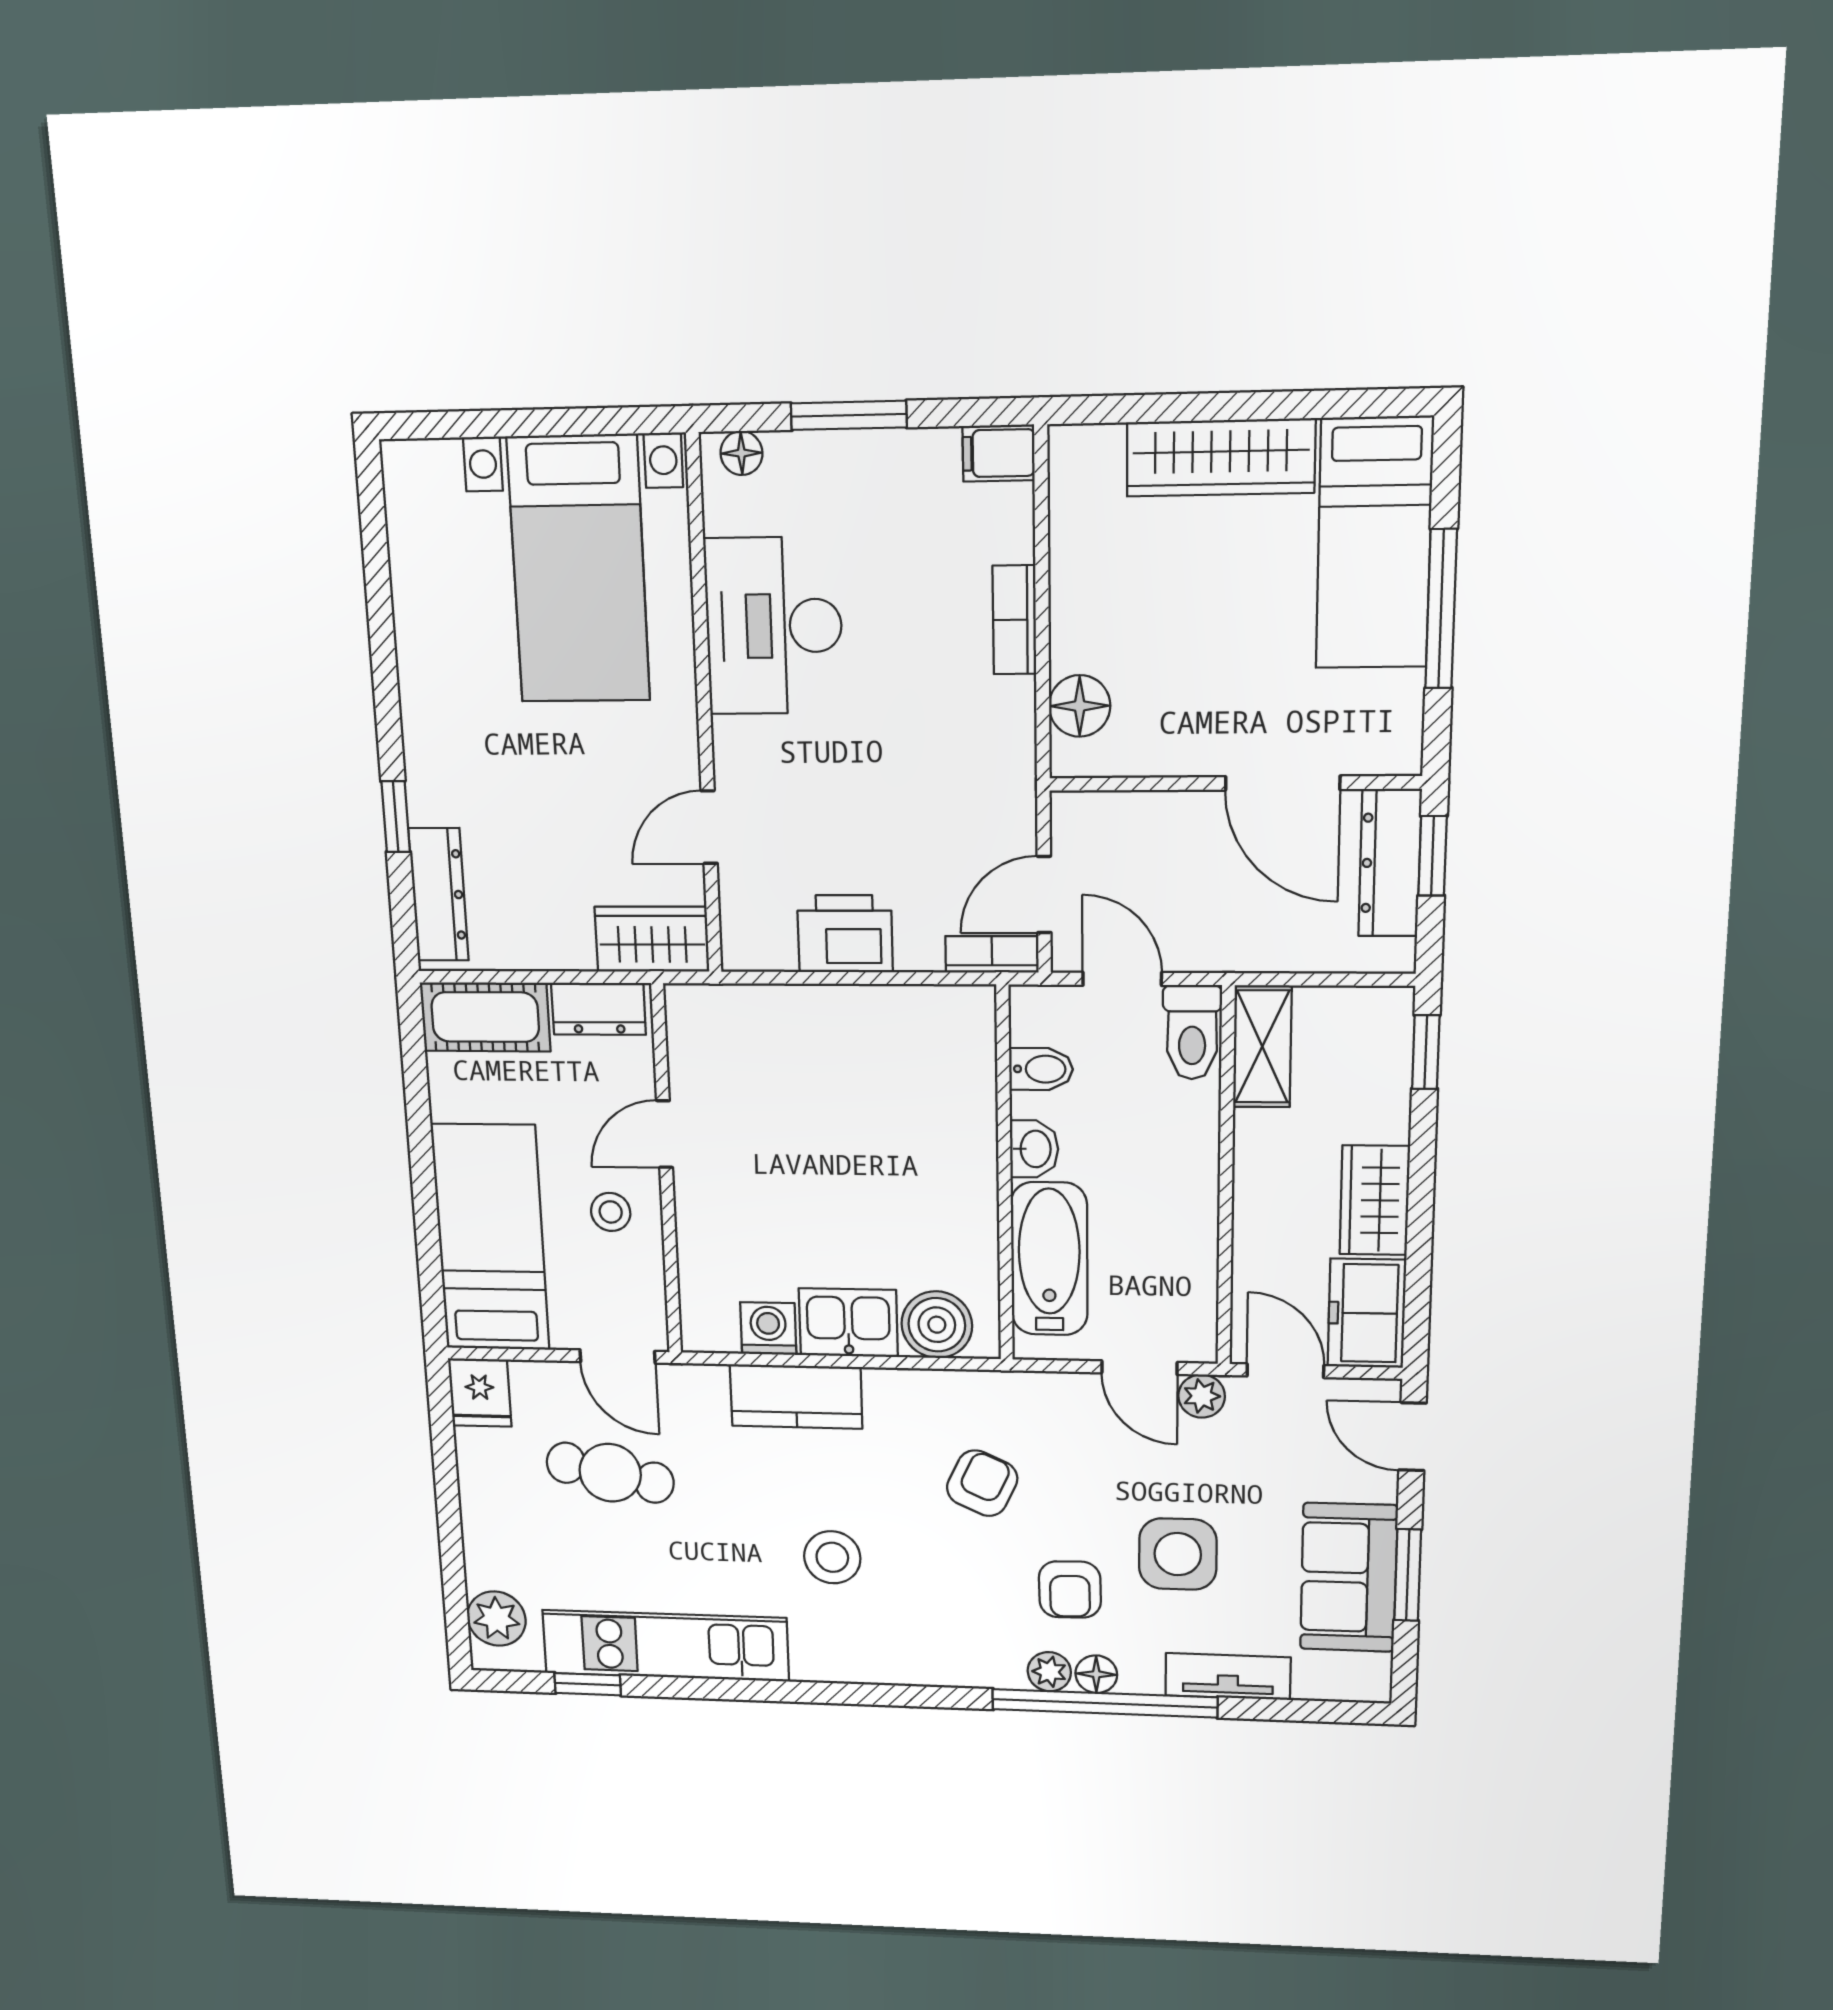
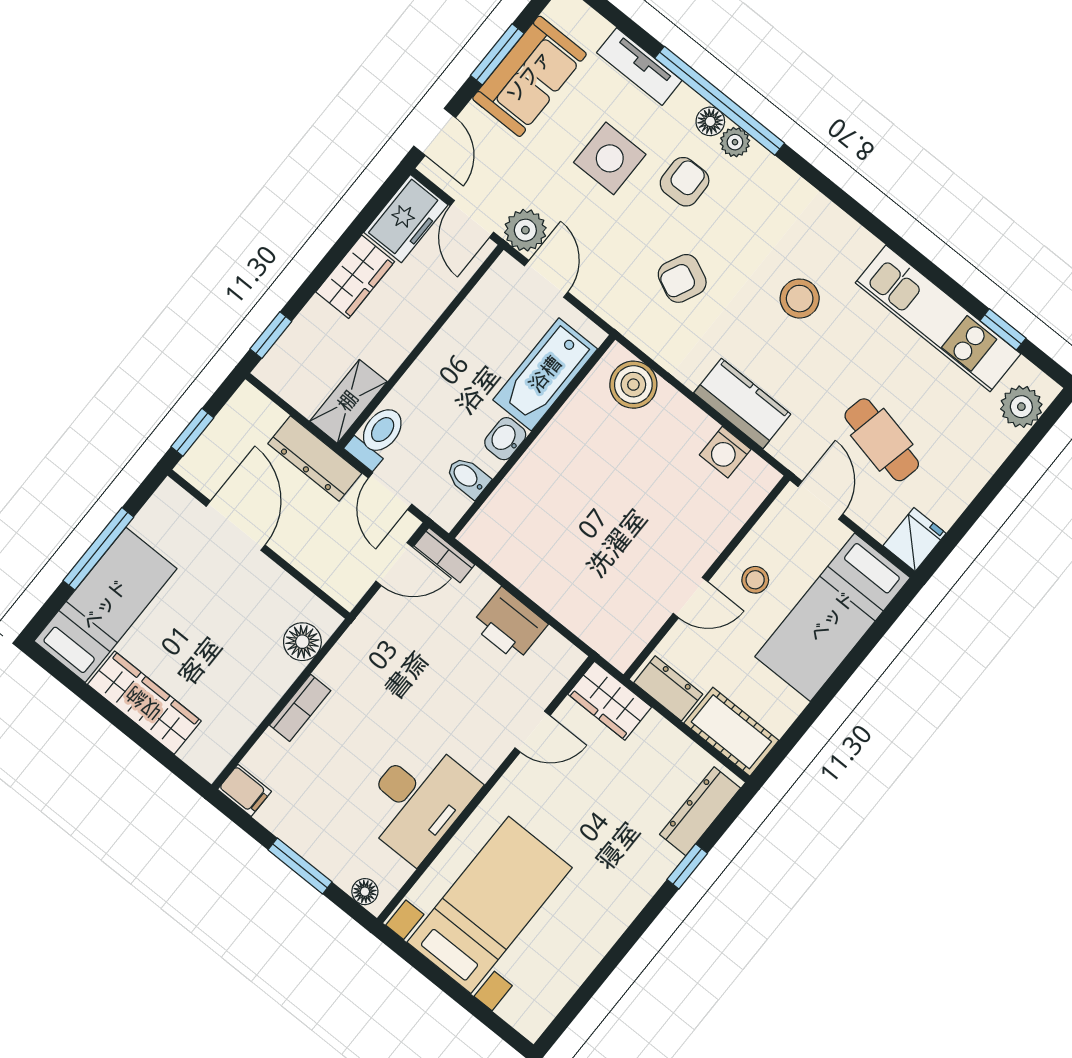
dresser: (1390, 863) -> (315, 458), moved, turned 90
kitchen sink: (848, 1323) -> (680, 422), removed
plant: (1202, 1396) -> (525, 230), width x1.38, depth x1.38

